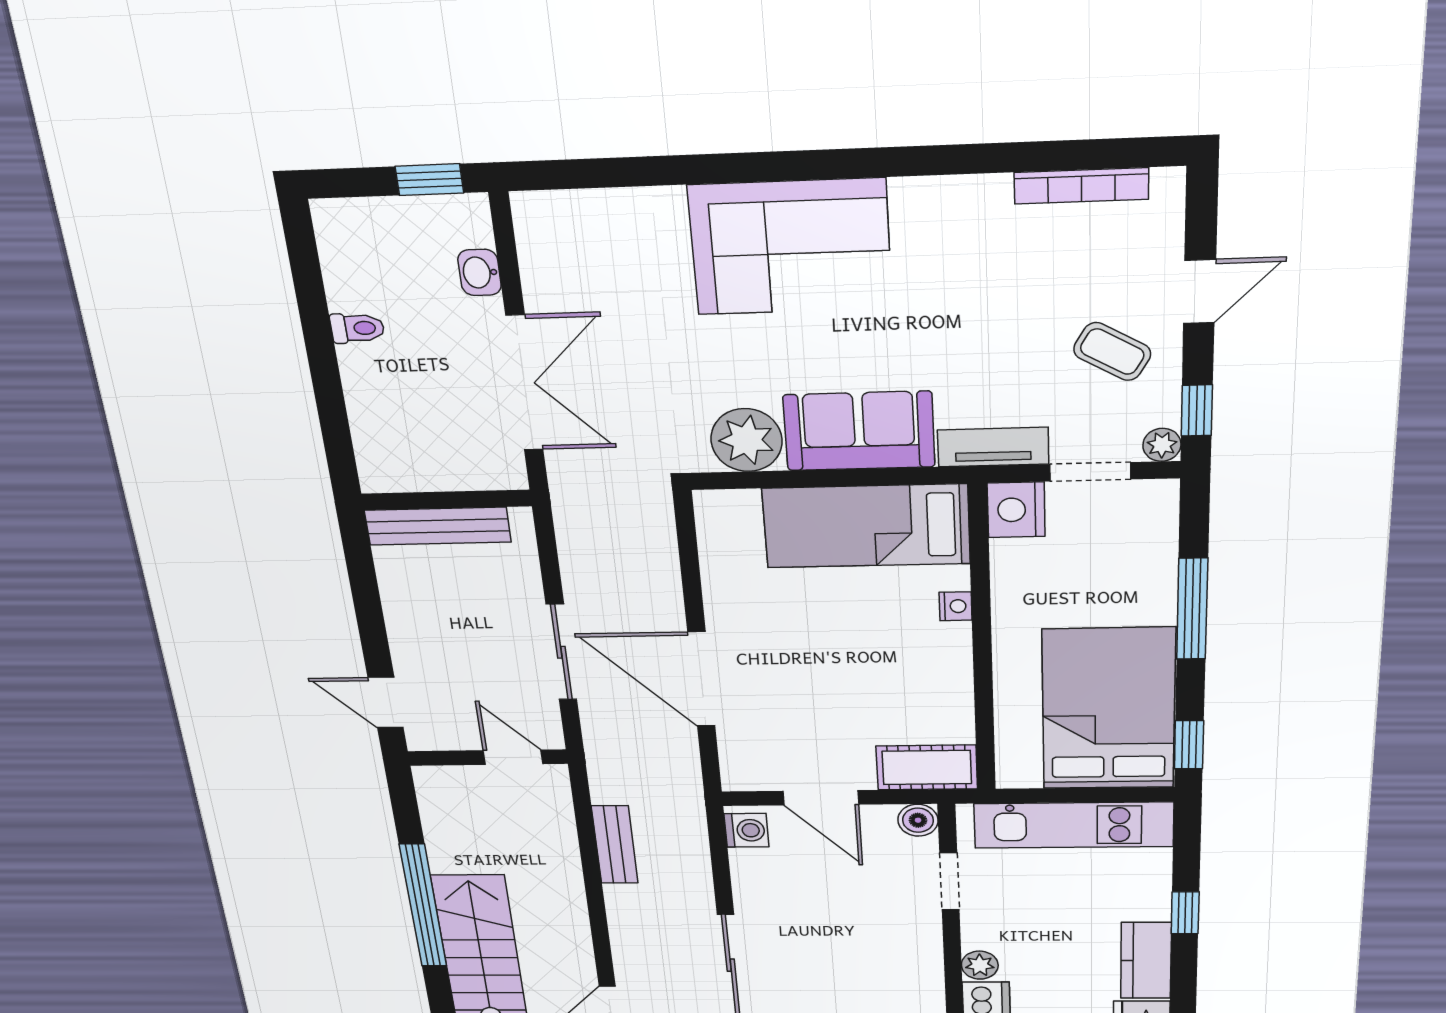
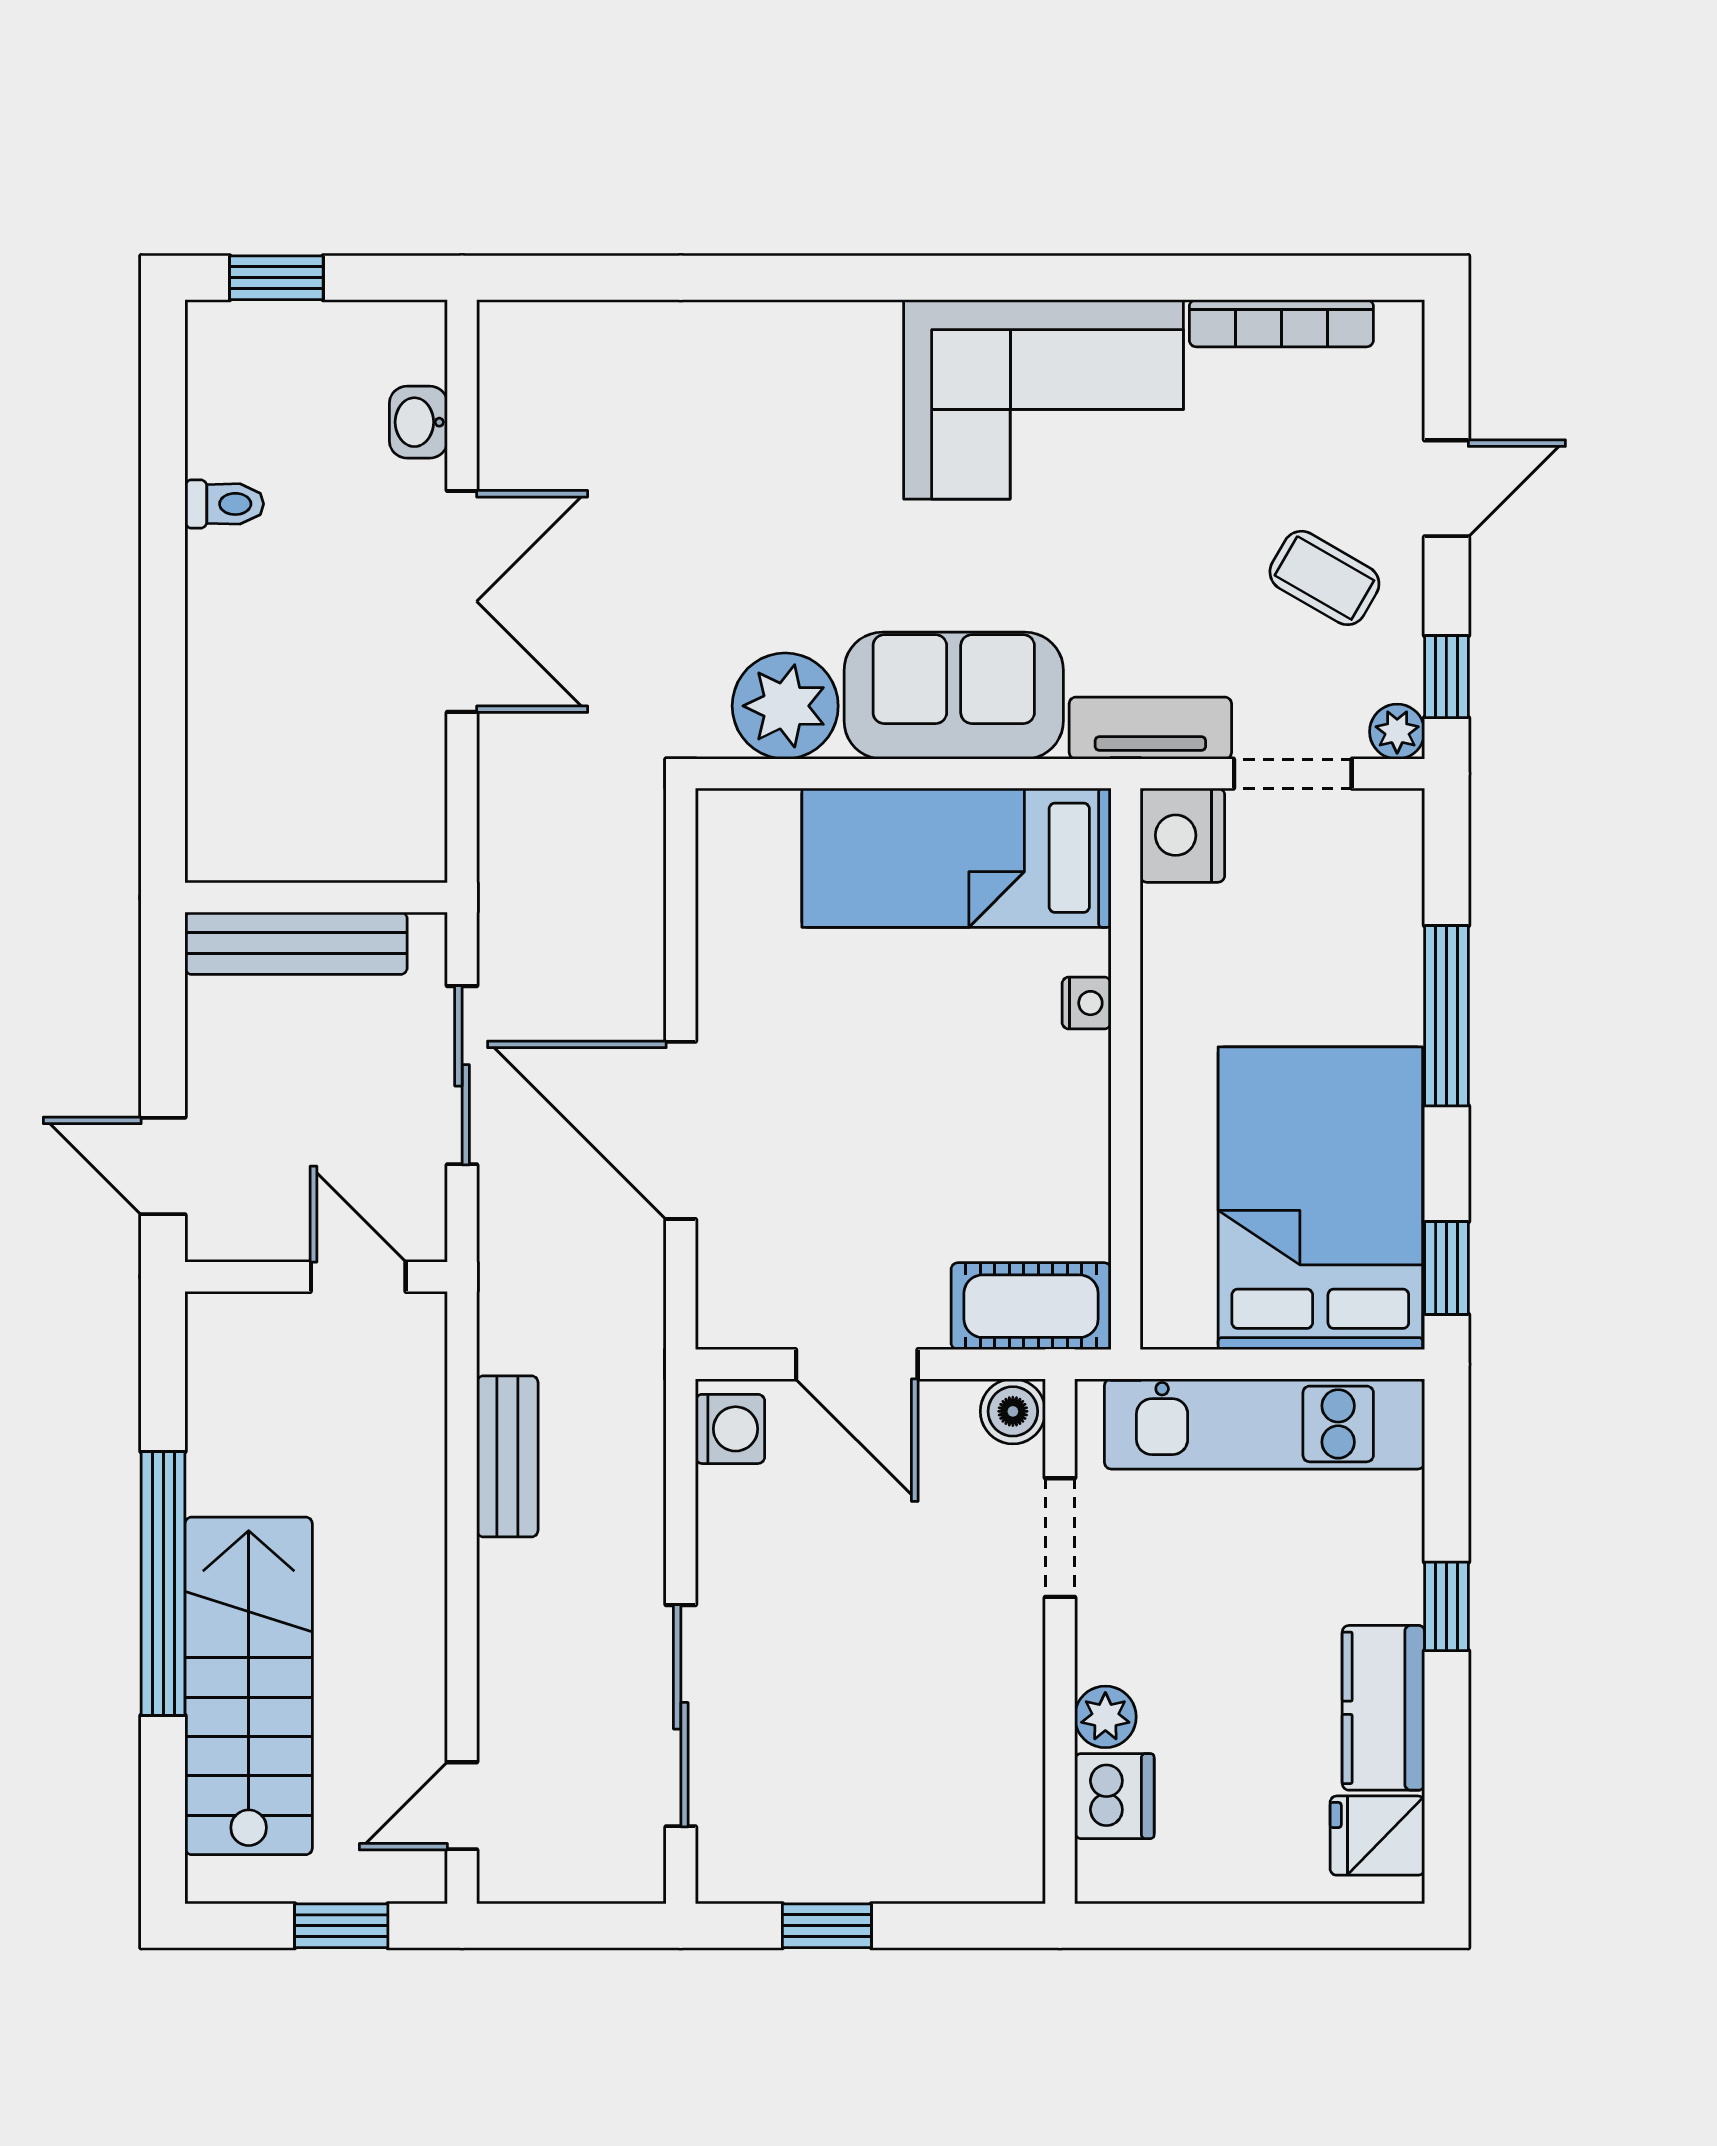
window: (429, 180) -> (276, 278), moved
corner sofa: (791, 247) -> (1044, 399), moved
wall: (446, 500) -> (316, 898), moved
bench: (438, 526) -> (296, 943), moved

